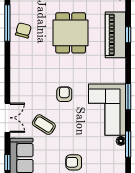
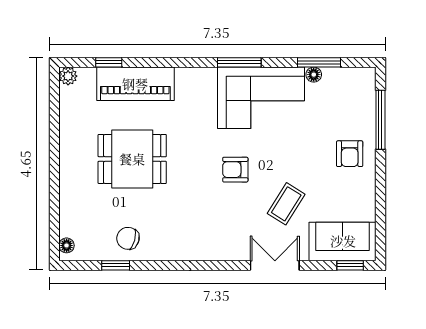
window: (7, 23) -> (116, 265), width x0.46
window: (128, 35) -> (109, 62), moved

